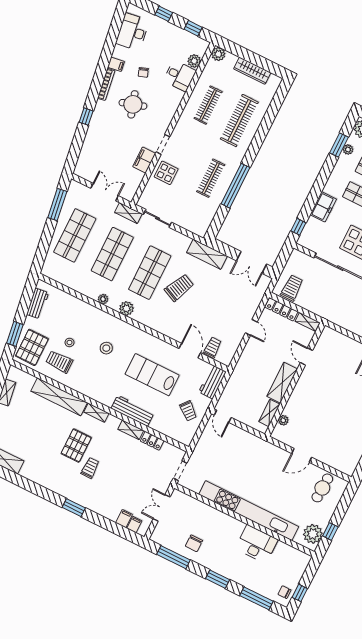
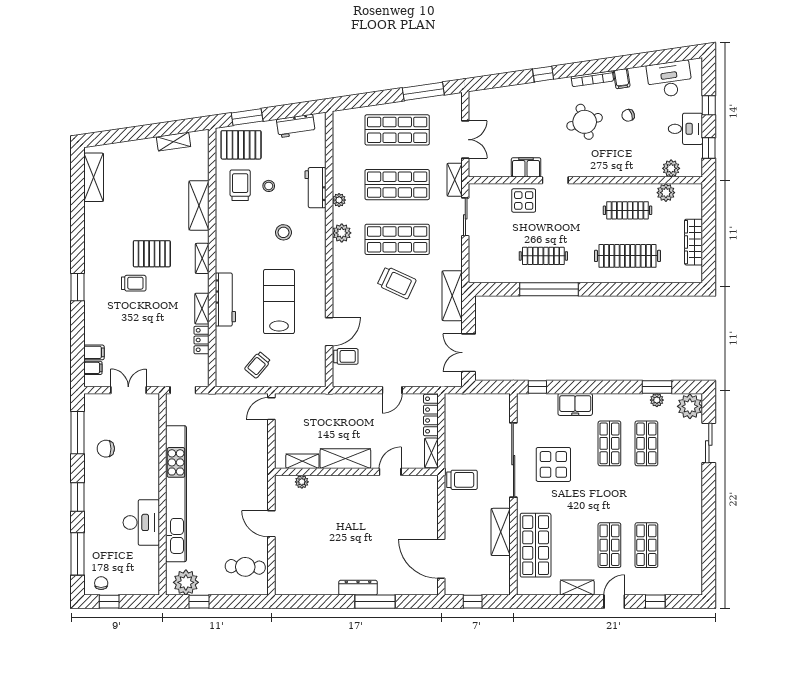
plant: (218, 54) -> (666, 193), moved
desk: (180, 76) -> (685, 129), moved, turned -90
trolley: (292, 288) -> (462, 480), moved
workbench: (212, 382) -> (315, 188), moved, turned -90
shelving: (59, 397) -> (199, 205), width x0.68

